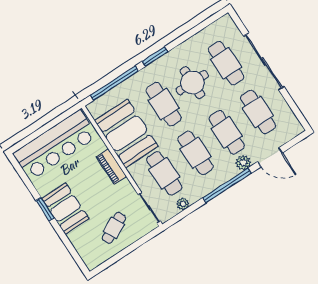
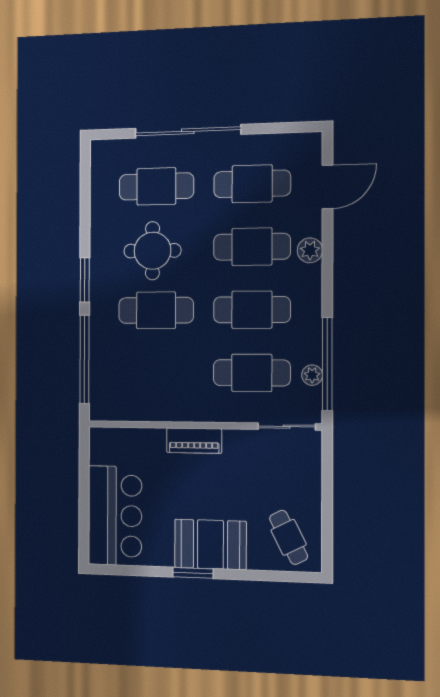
booth: (126, 133) -> (163, 389), removed
bar counter: (55, 145) -> (115, 516), width x0.73
door: (270, 157) -> (327, 187), moved
window: (227, 185) -> (327, 364), moved
cafe table: (114, 228) -> (289, 537), moved

